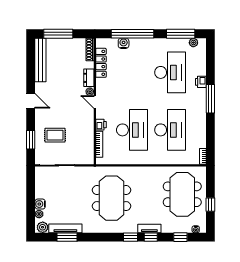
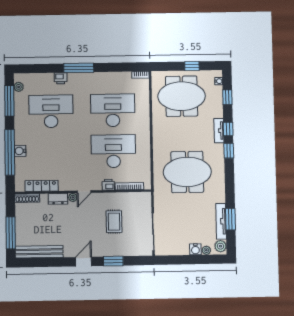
water cooler: (124, 43) -> (20, 151), moved
rug: (55, 135) -> (114, 222), moved
window: (31, 140) -> (113, 261), moved

